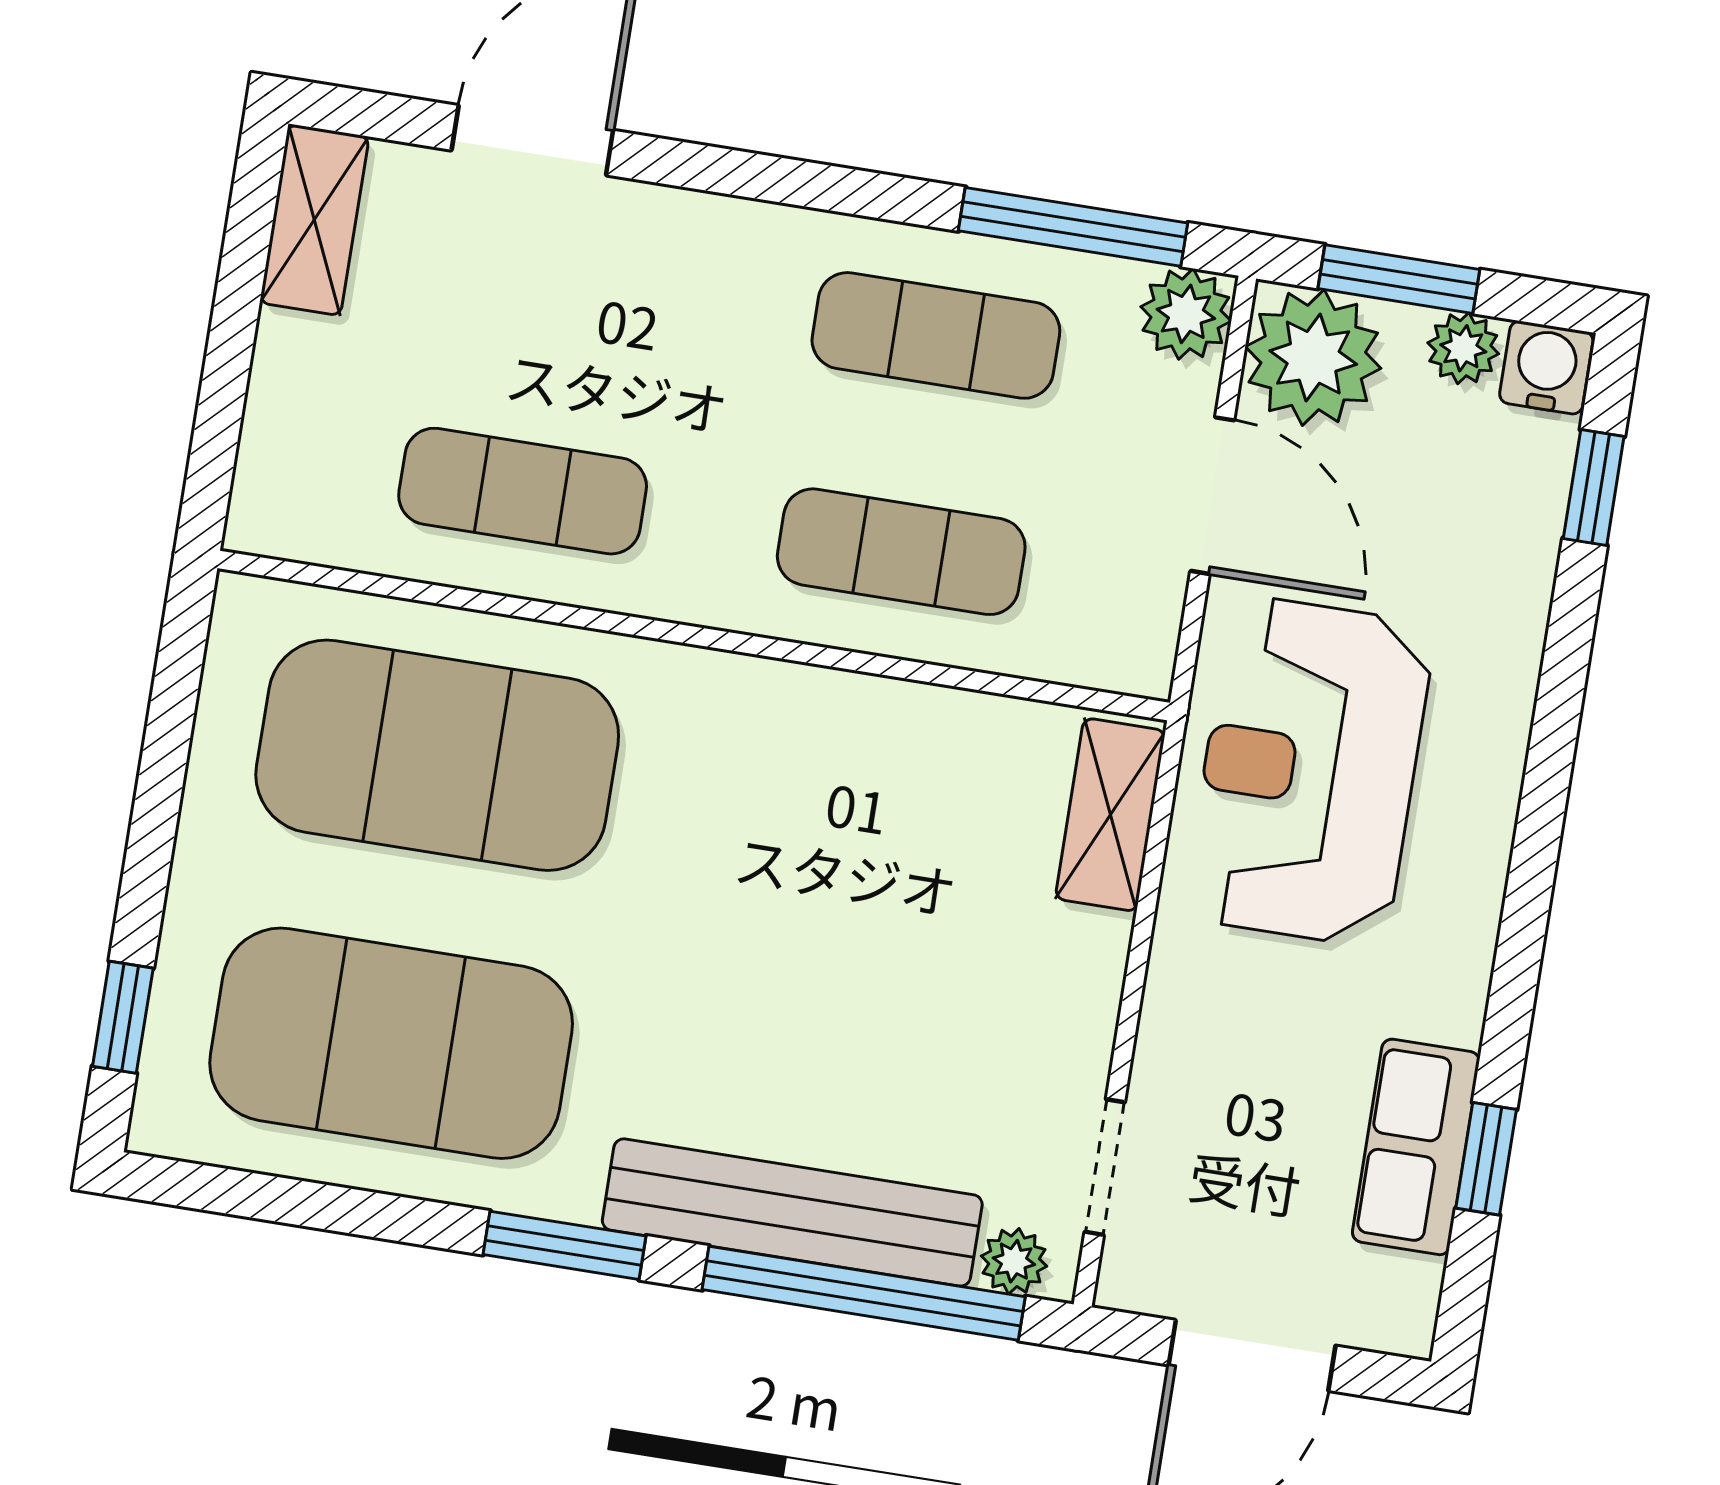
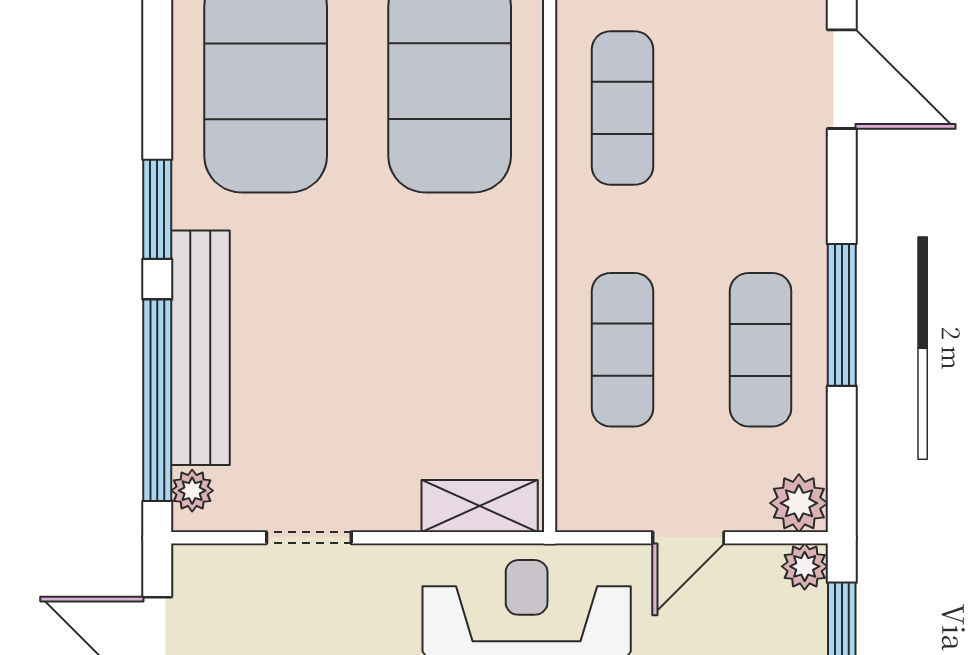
window: (1073, 227) -> (842, 315), moved
plant: (1313, 357) -> (805, 566), width x0.53, depth x0.53
door: (1212, 496) -> (688, 538), width x0.73
doorway: (1105, 1167) -> (309, 538), moved

